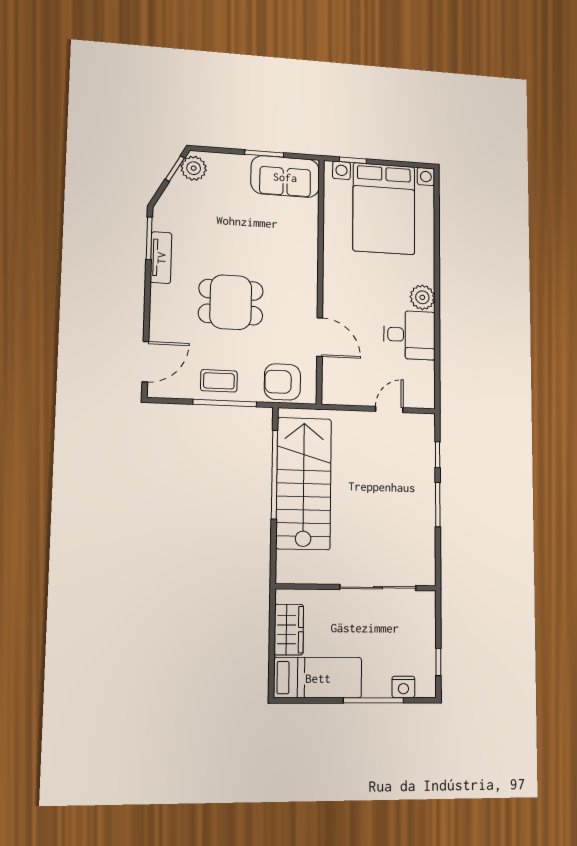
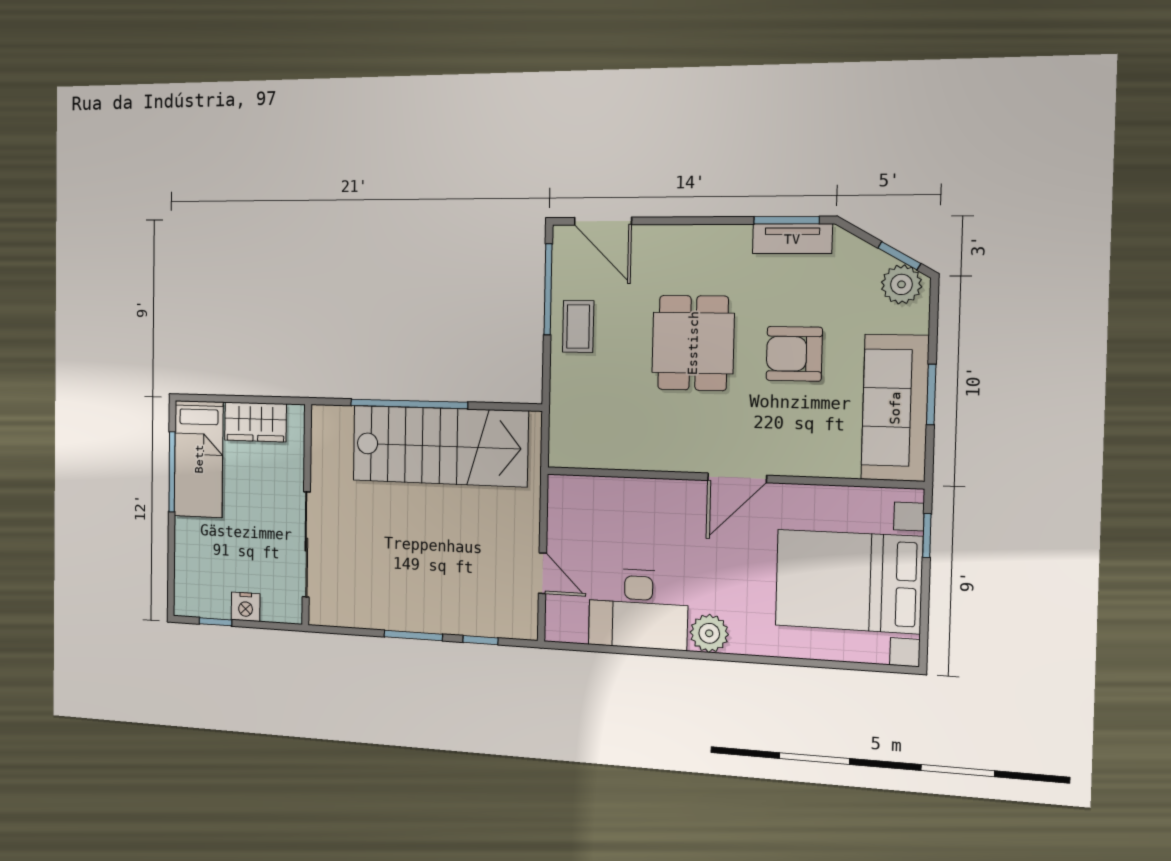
sofa: (285, 177) -> (895, 408), width x1.36
tv unit: (161, 258) -> (792, 239), moved
desk: (409, 335) -> (638, 609), width x1.37
door: (320, 337) -> (737, 478), moved
armchair: (282, 382) -> (794, 354), moved, turned -90
window: (225, 403) -> (548, 289), moved
window: (274, 475) -> (409, 404), moved
nightstand: (403, 687) -> (246, 607), moved, turned -90
window: (374, 700) -> (172, 472), moved

